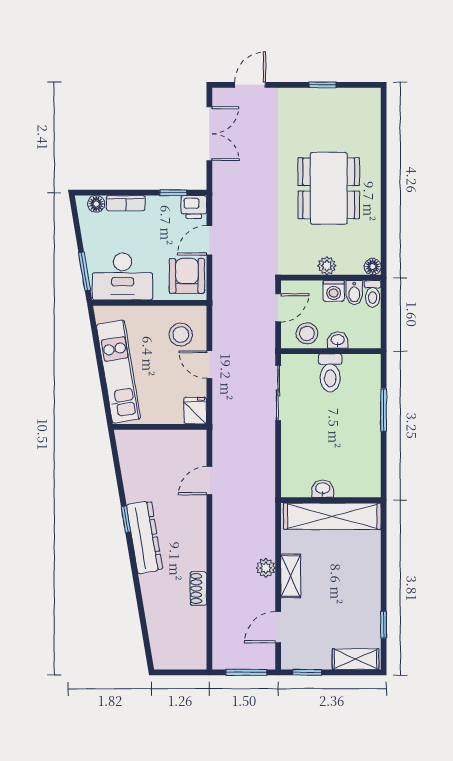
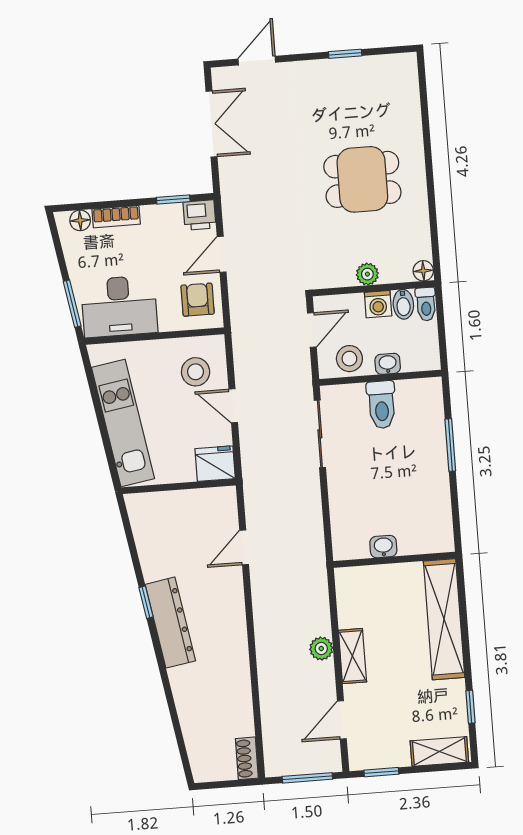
dining table: (329, 188) -> (362, 179), width x0.73
armchair: (187, 276) -> (198, 300), width x0.72, depth x0.72
fridge: (195, 411) -> (215, 464), width x1.38
shelving: (332, 516) -> (444, 619), moved, turned 90
shoe rack: (198, 589) -> (247, 758), moved

